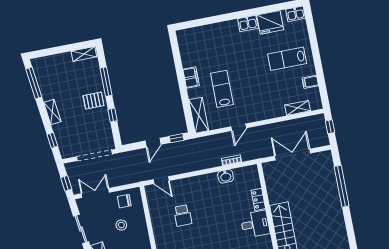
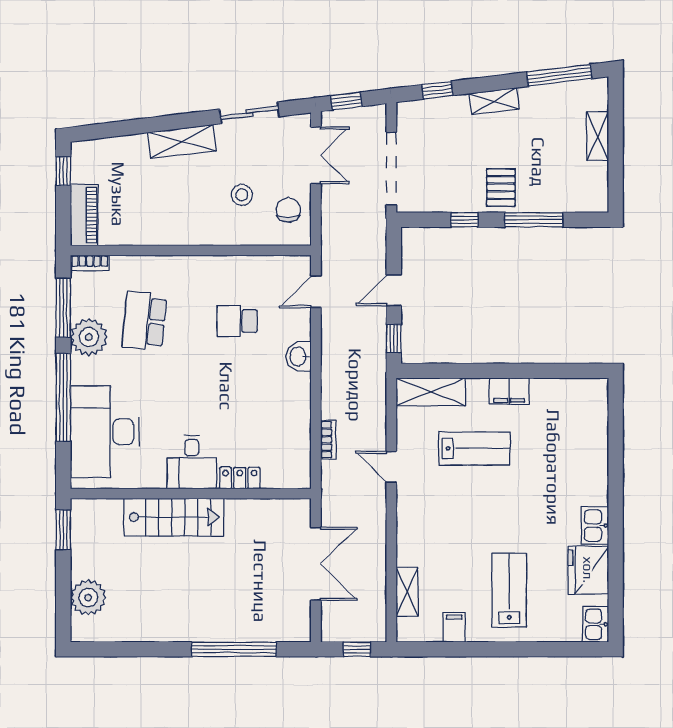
shelving: (84, 54) -> (598, 136), moved
door: (153, 143) -> (394, 290), hinge flipped
washbasin: (226, 176) -> (299, 356), moved

